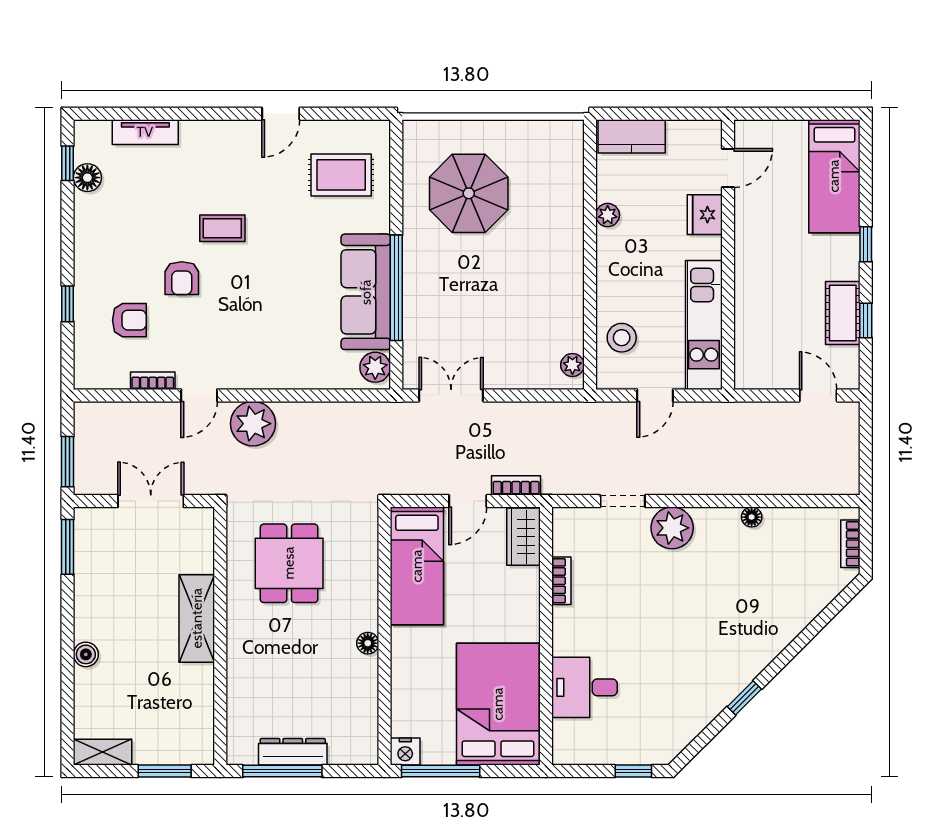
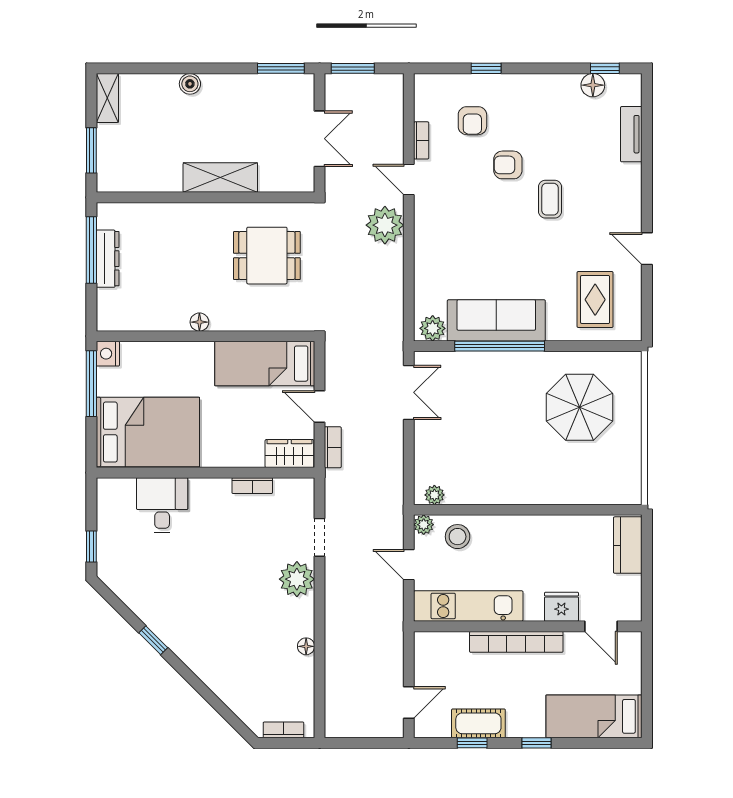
plant: (608, 215) -> (424, 525), moved
bookcase: (746, 268) -> (516, 642), added

